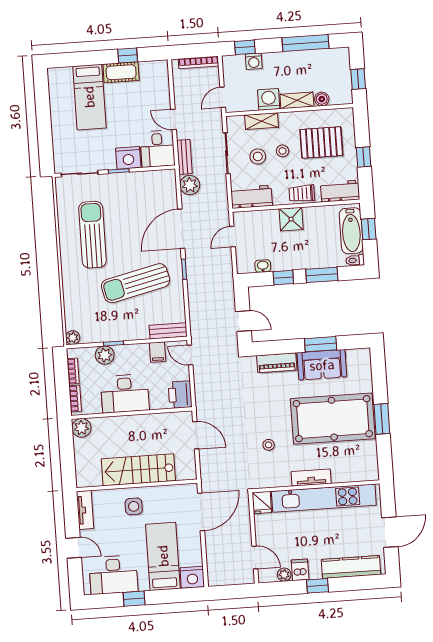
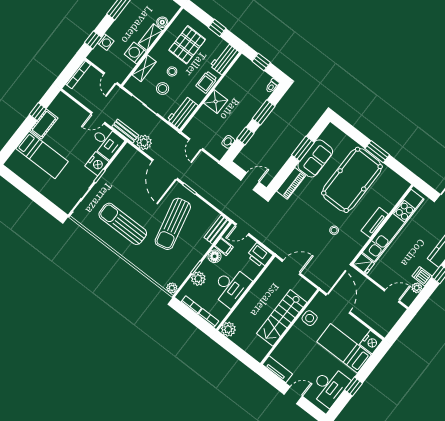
bathtub: (351, 231) -> (253, 73), removed
floor lamp: (140, 352) -> (215, 256), added
side table: (134, 506) -> (310, 318), moved

